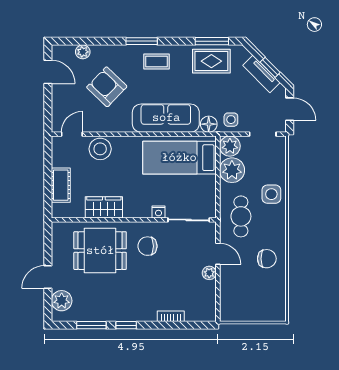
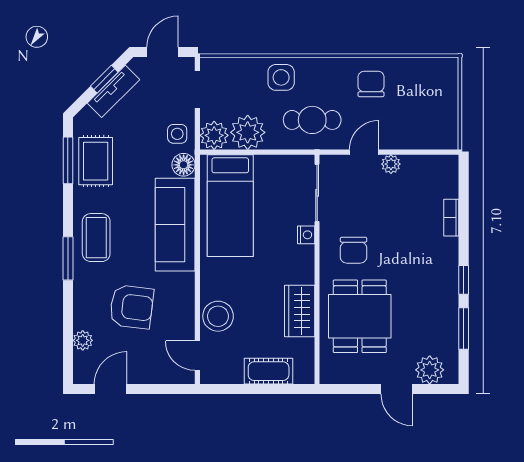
coffee table: (157, 62) -> (96, 238), width x1.36, depth x1.30
armchair: (107, 87) -> (131, 307), turned -127

